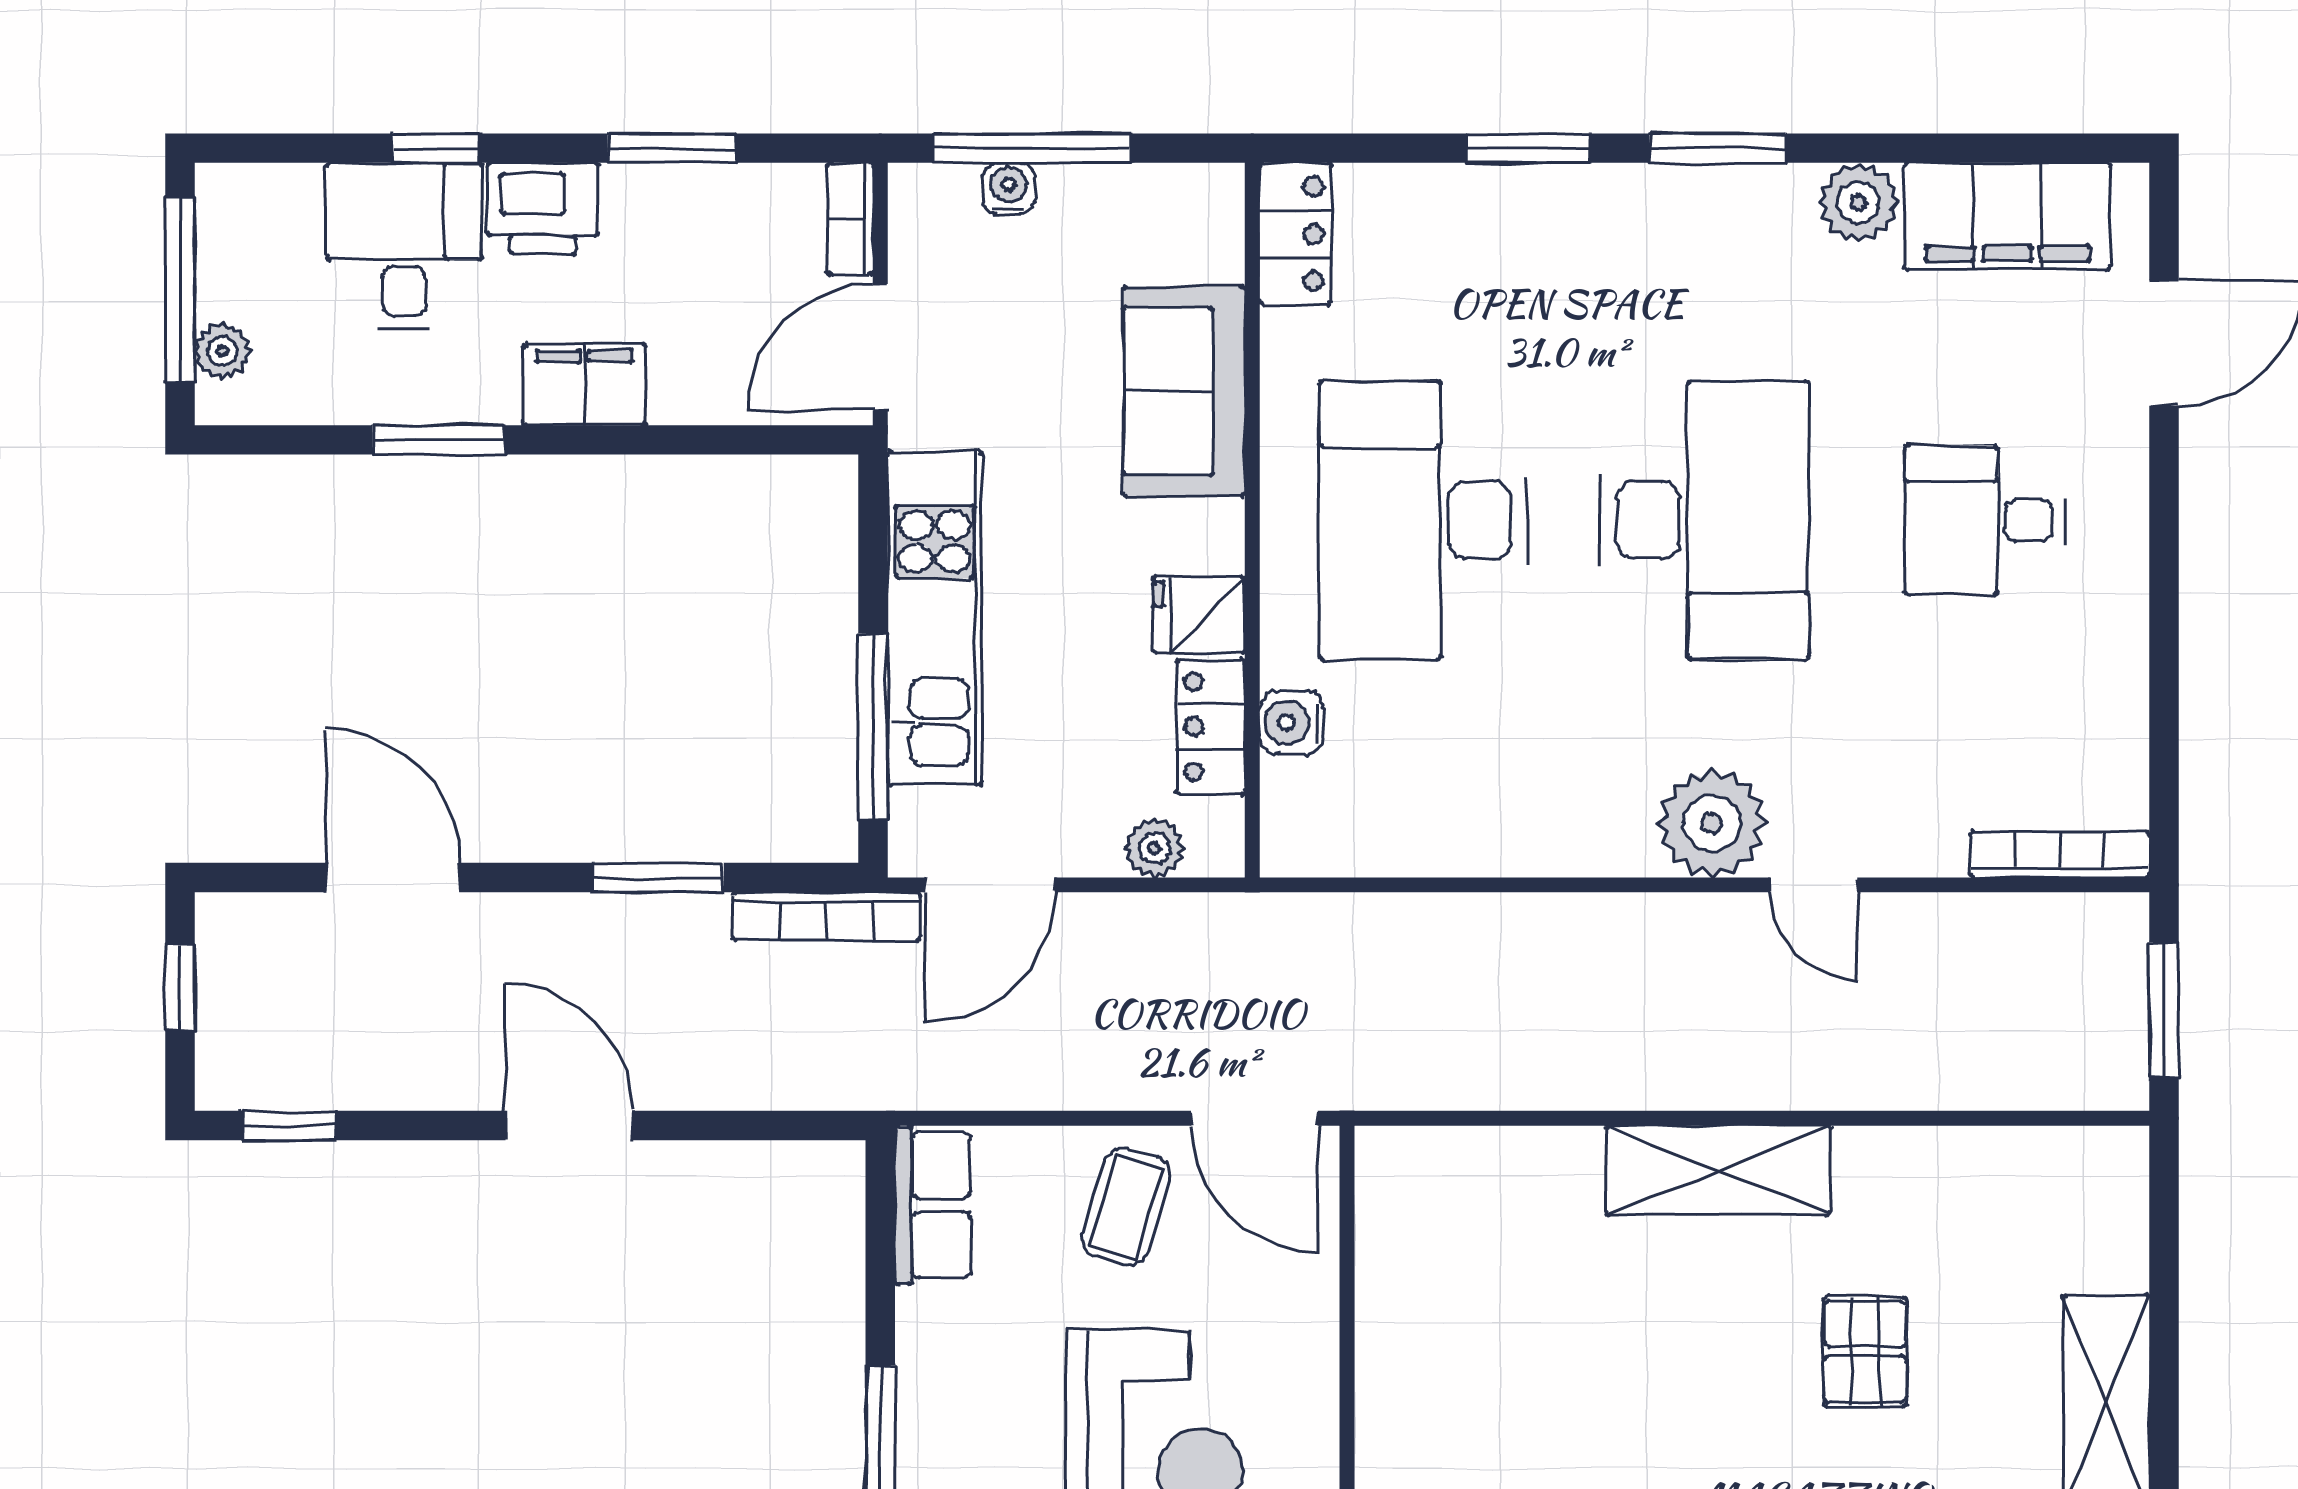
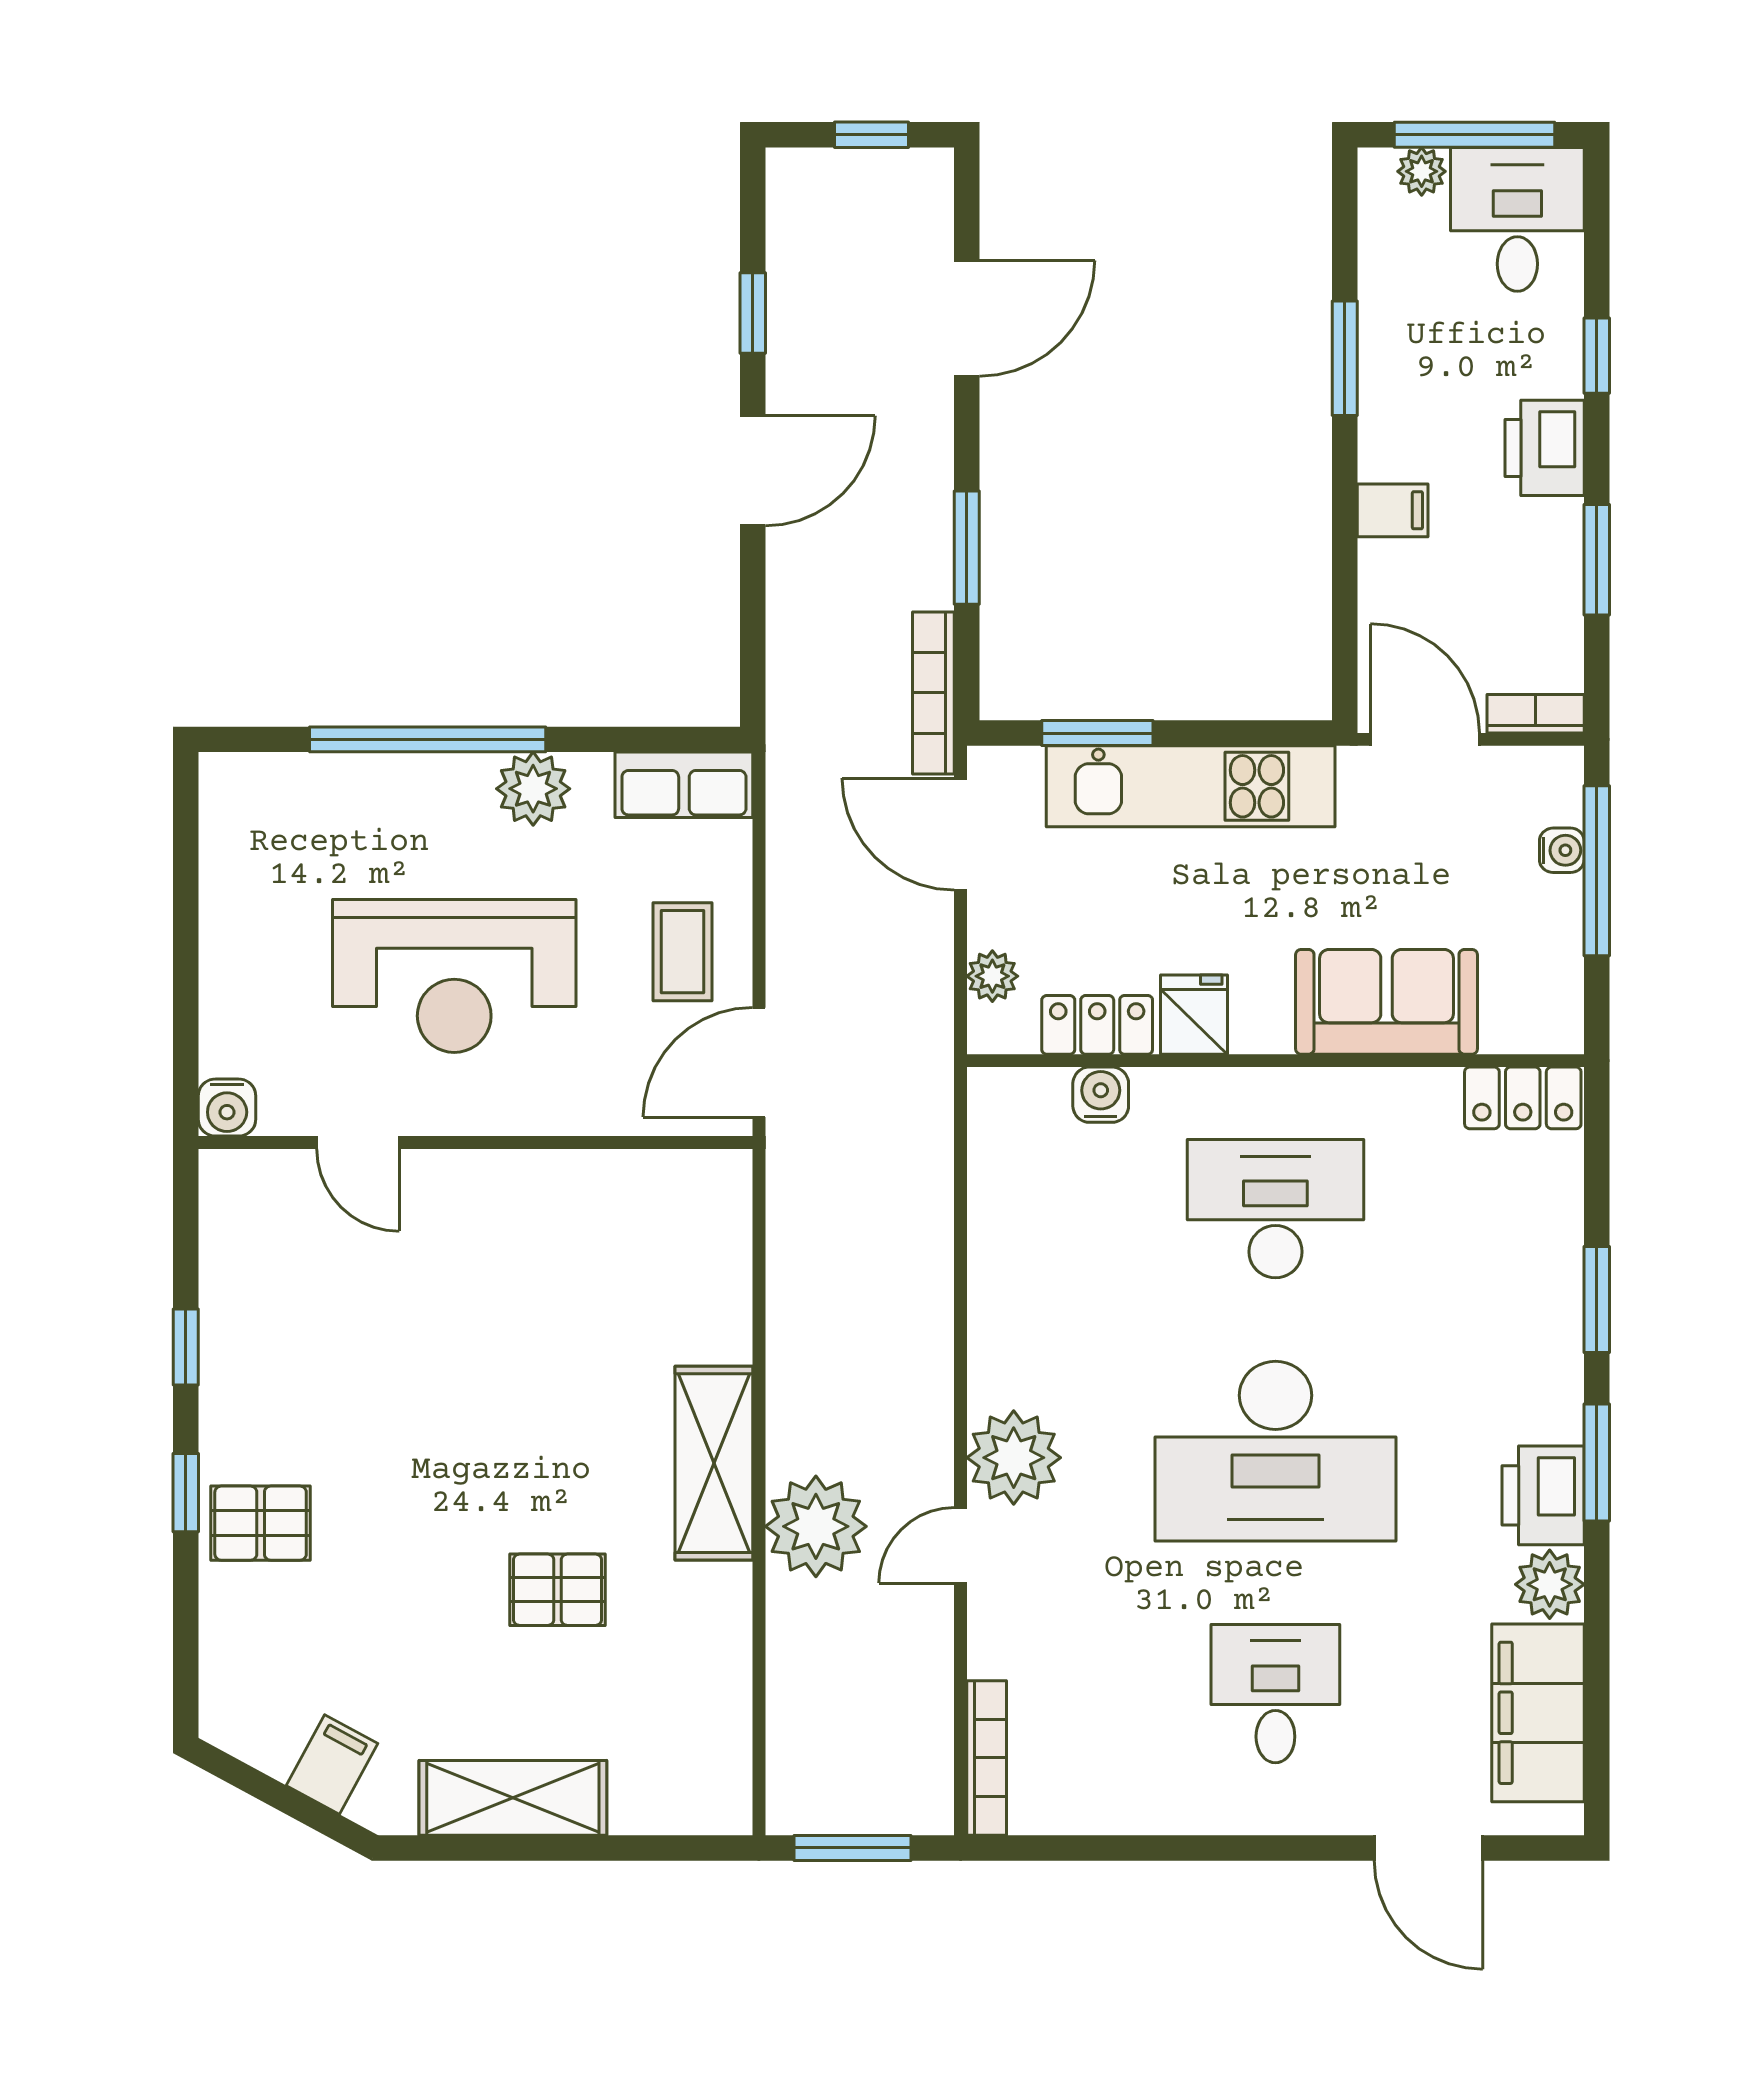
printer: (1756, 210) -> (1543, 1495), added
desk: (404, 246) -> (1517, 219), moved, turned -90
filing cabinet: (584, 384) -> (1393, 510), width x0.50
desk: (1424, 520) -> (1275, 1209), width x0.73, depth x0.77
window: (873, 726) -> (1097, 733), width x0.69
plant: (1792, 1052) -> (816, 1526), added
window: (289, 1126) -> (753, 313), moved
coffee table: (1126, 1207) -> (682, 952), turned 73
plant: (937, 1380) -> (533, 789), added

